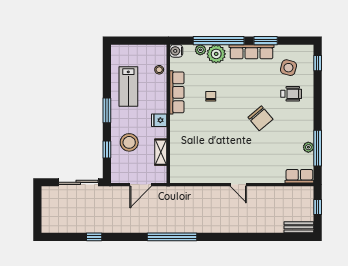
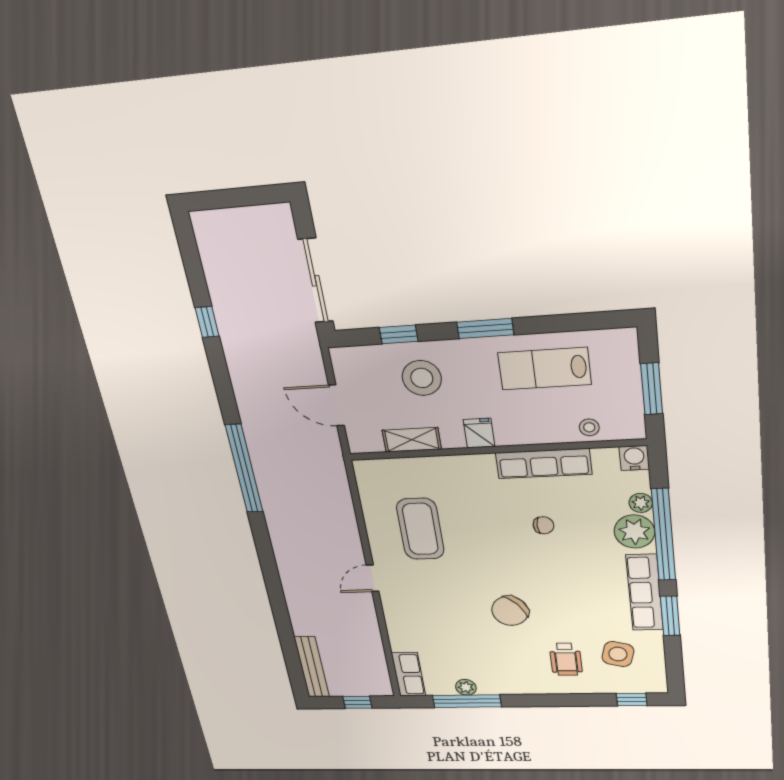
window: (141, 41) -> (652, 389), added
coffee table: (210, 156) -> (420, 529), added
bench: (299, 227) -> (312, 667), width x1.36

